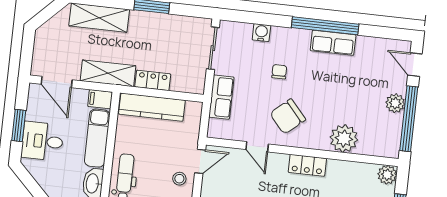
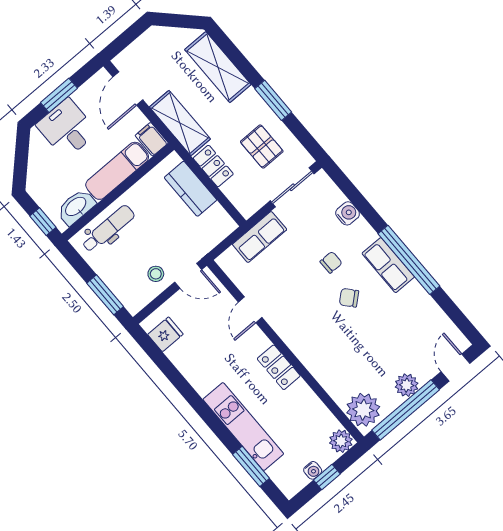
pallet: (171, 41) -> (262, 147), added
row of seats: (333, 43) -> (388, 265), moved
kitchen counter: (152, 107) -> (190, 189), width x0.67
chair: (288, 116) -> (349, 298), moved, width x0.54, depth x0.54
plant: (344, 139) -> (363, 410), moved

